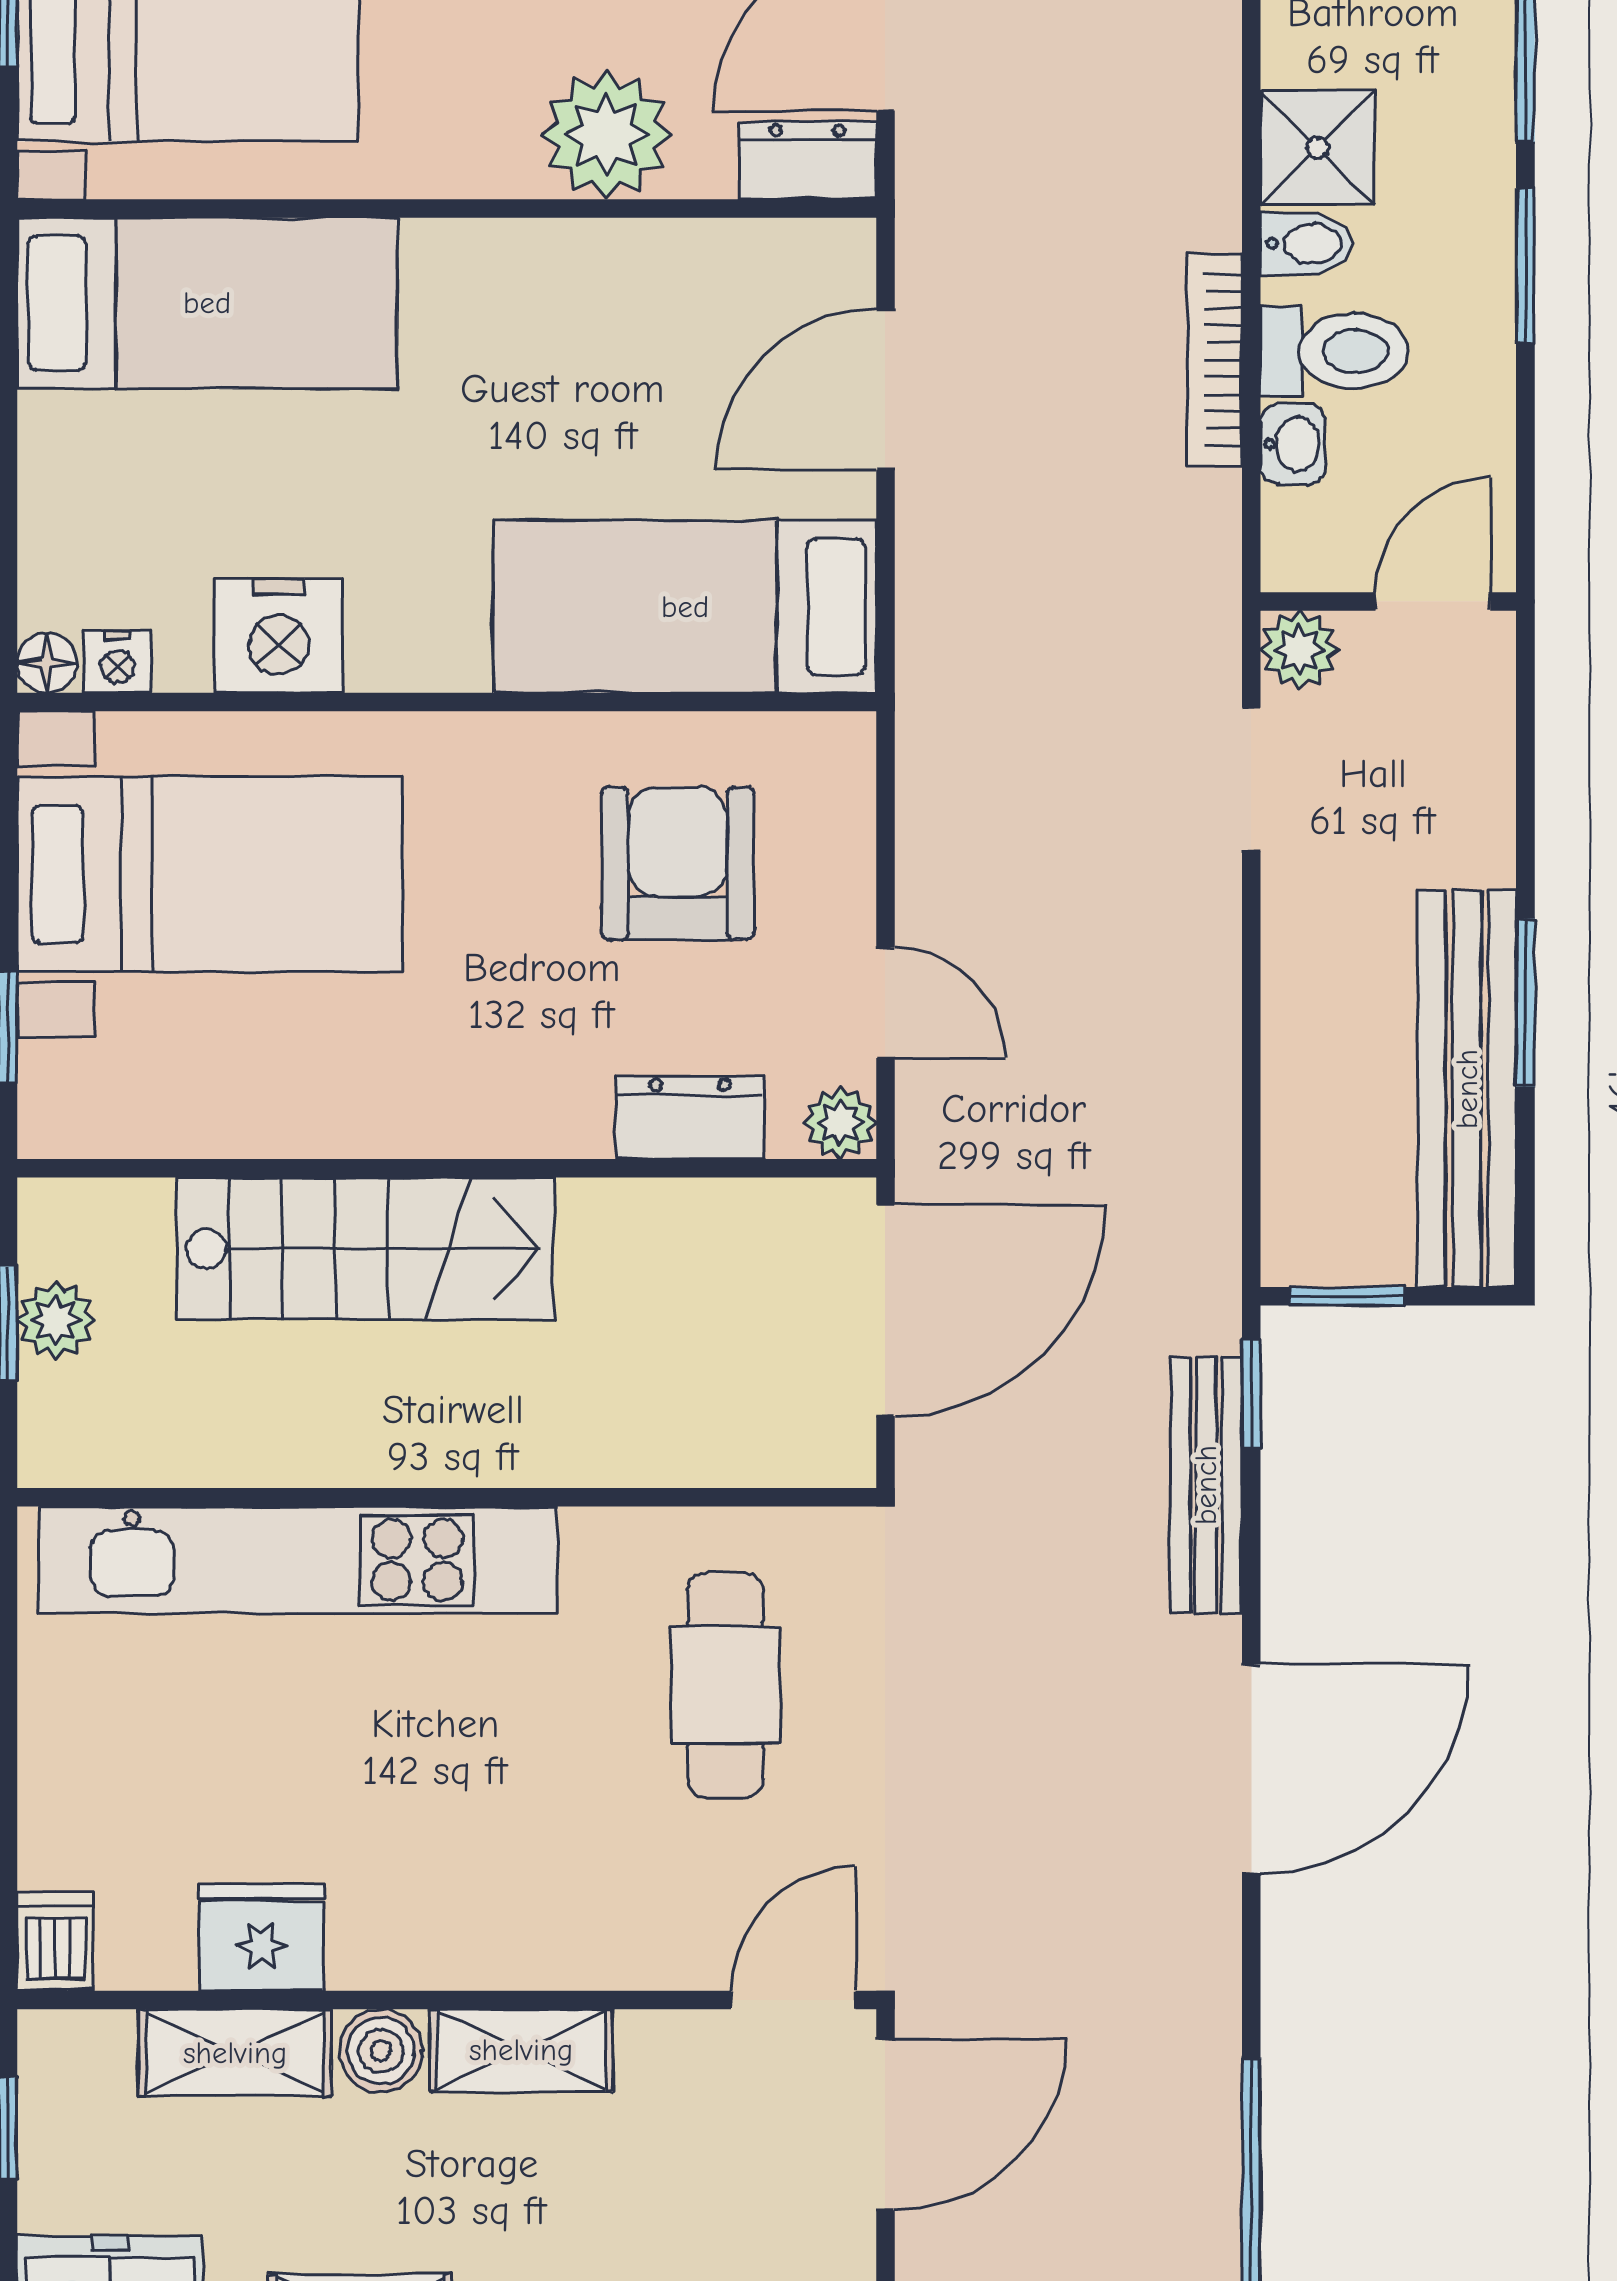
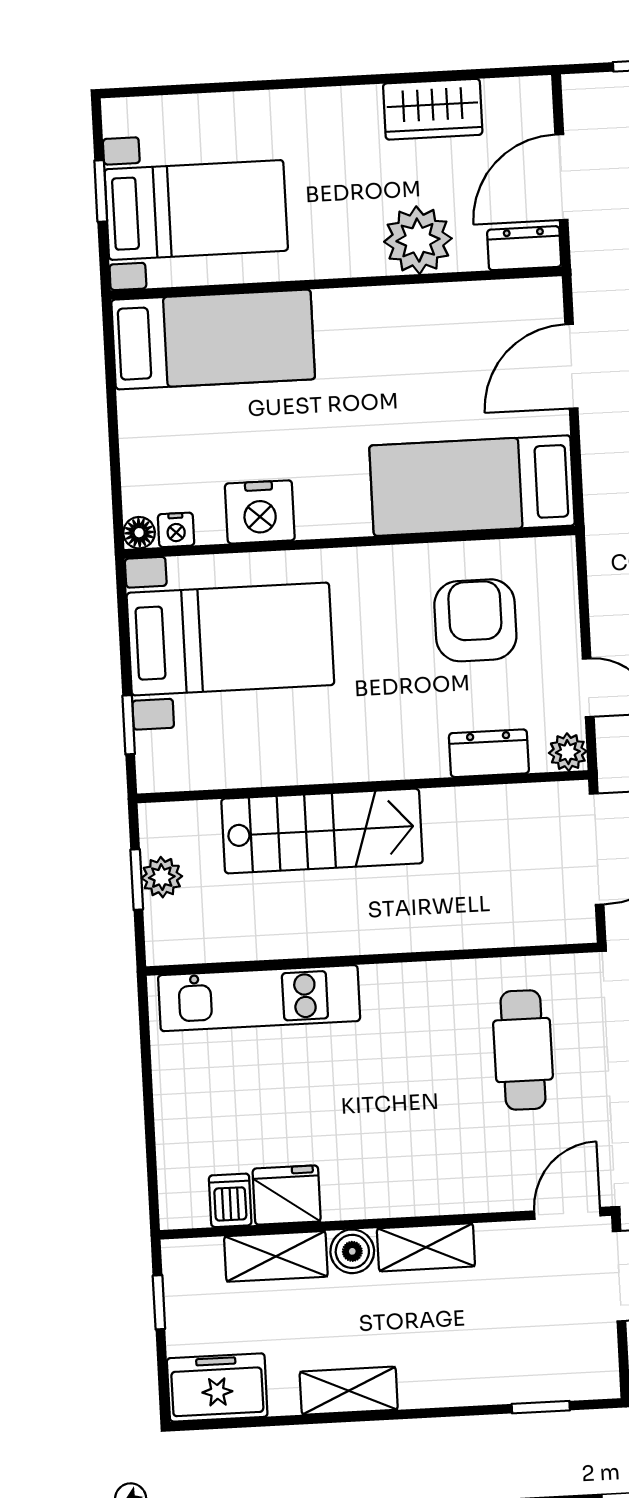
kitchen unit: (298, 1560) -> (259, 998), width x0.73
dishwasher: (55, 1942) -> (230, 1200), moved

